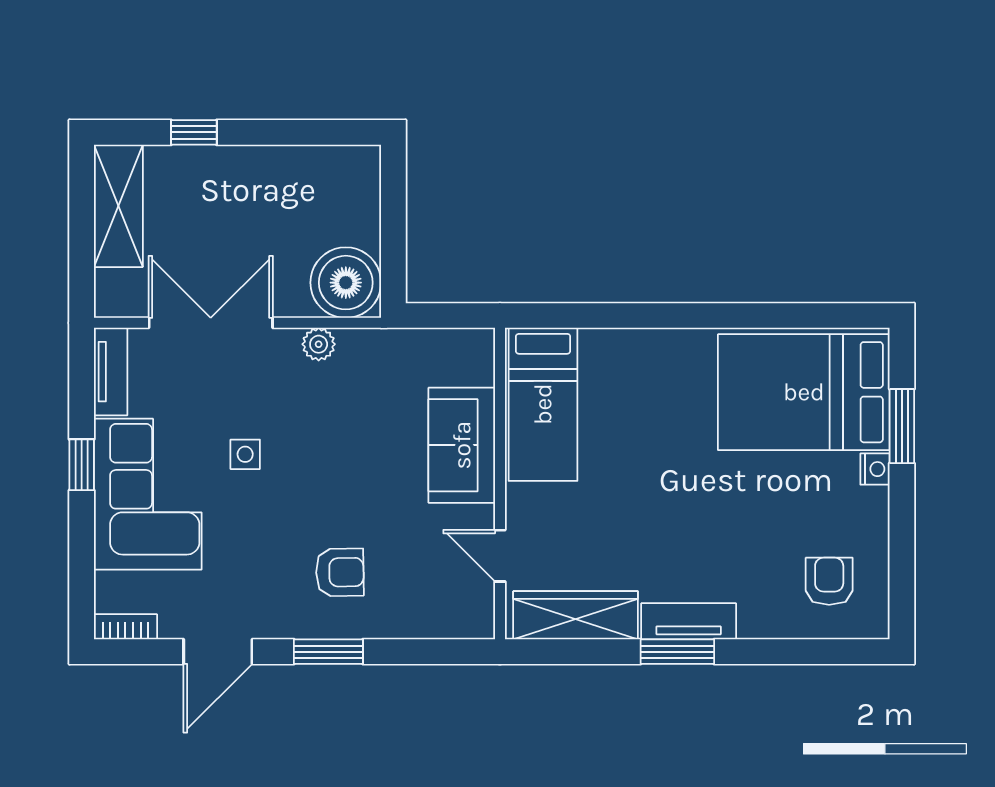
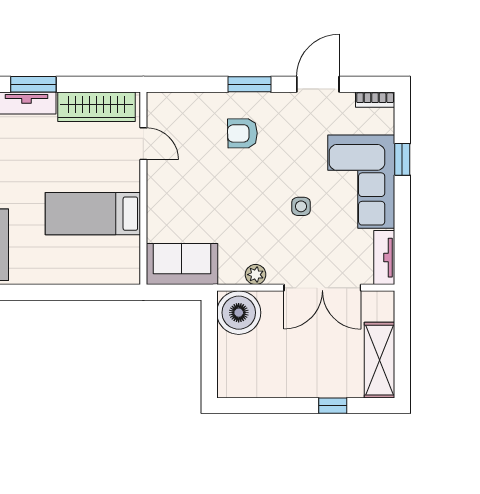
bed: (543, 404) -> (93, 214), moved, turned -90
sofa: (462, 445) -> (182, 264), moved, turned -90
window: (82, 465) -> (402, 159), moved

